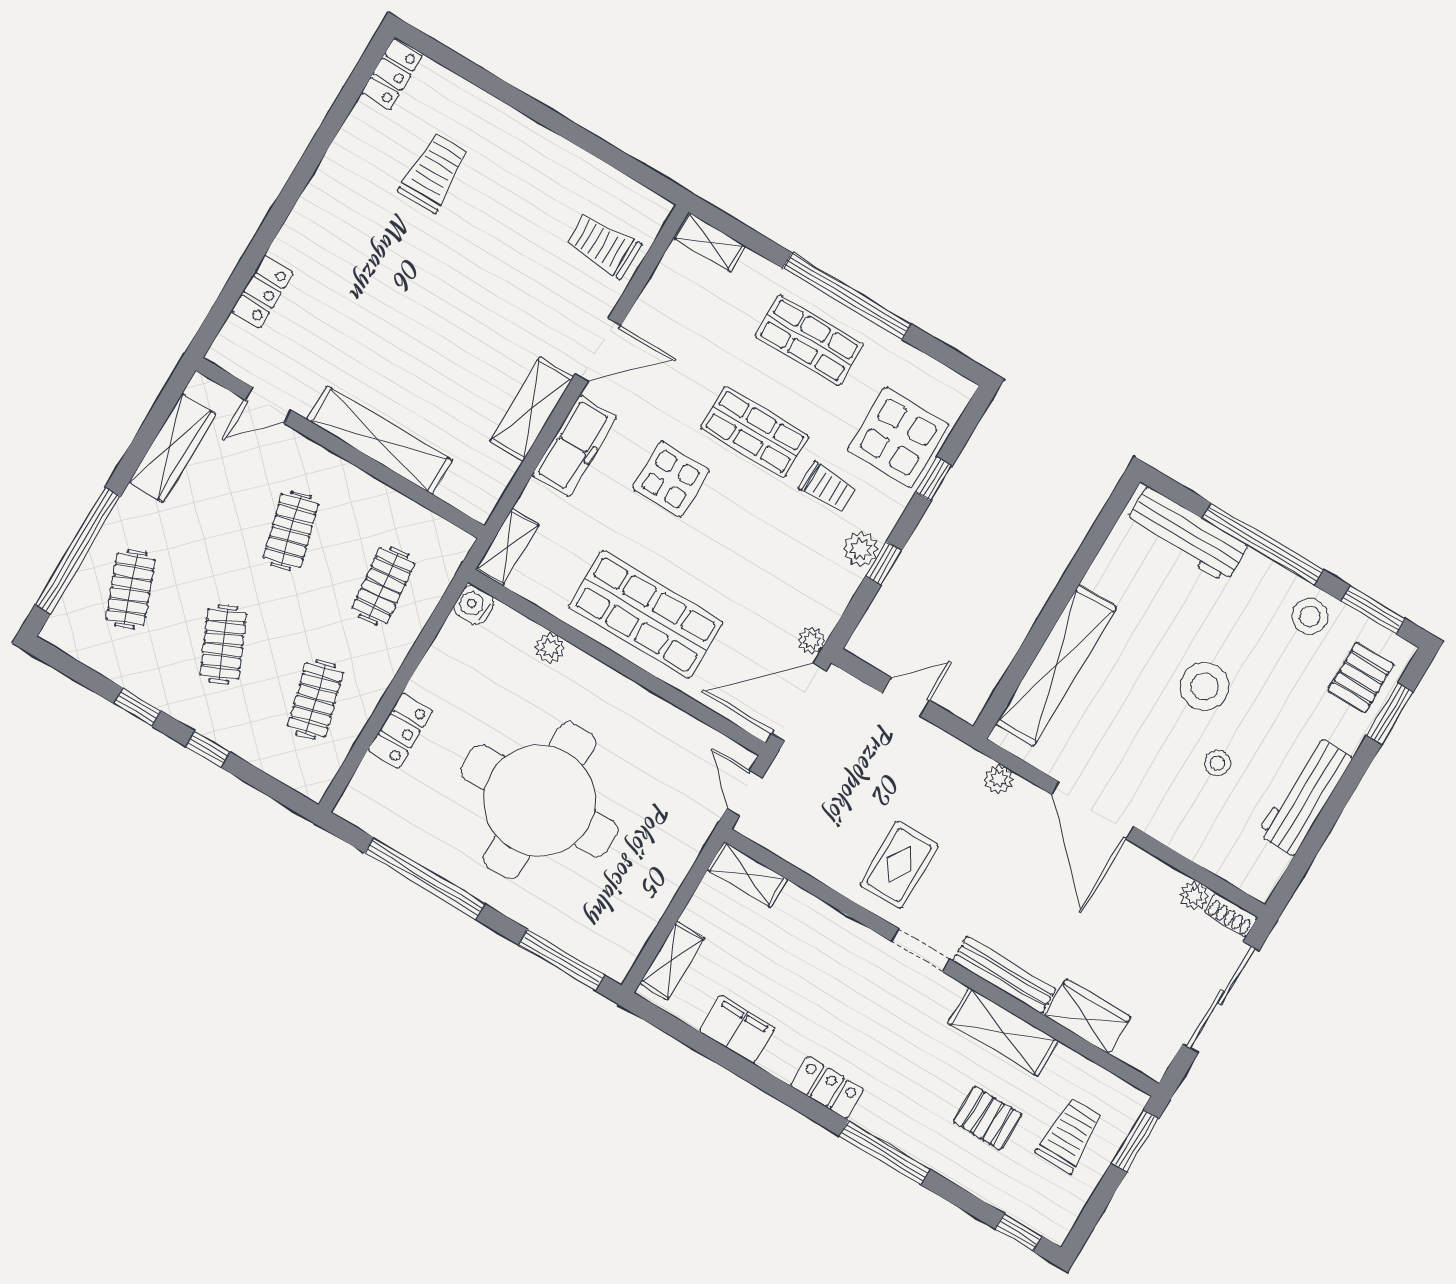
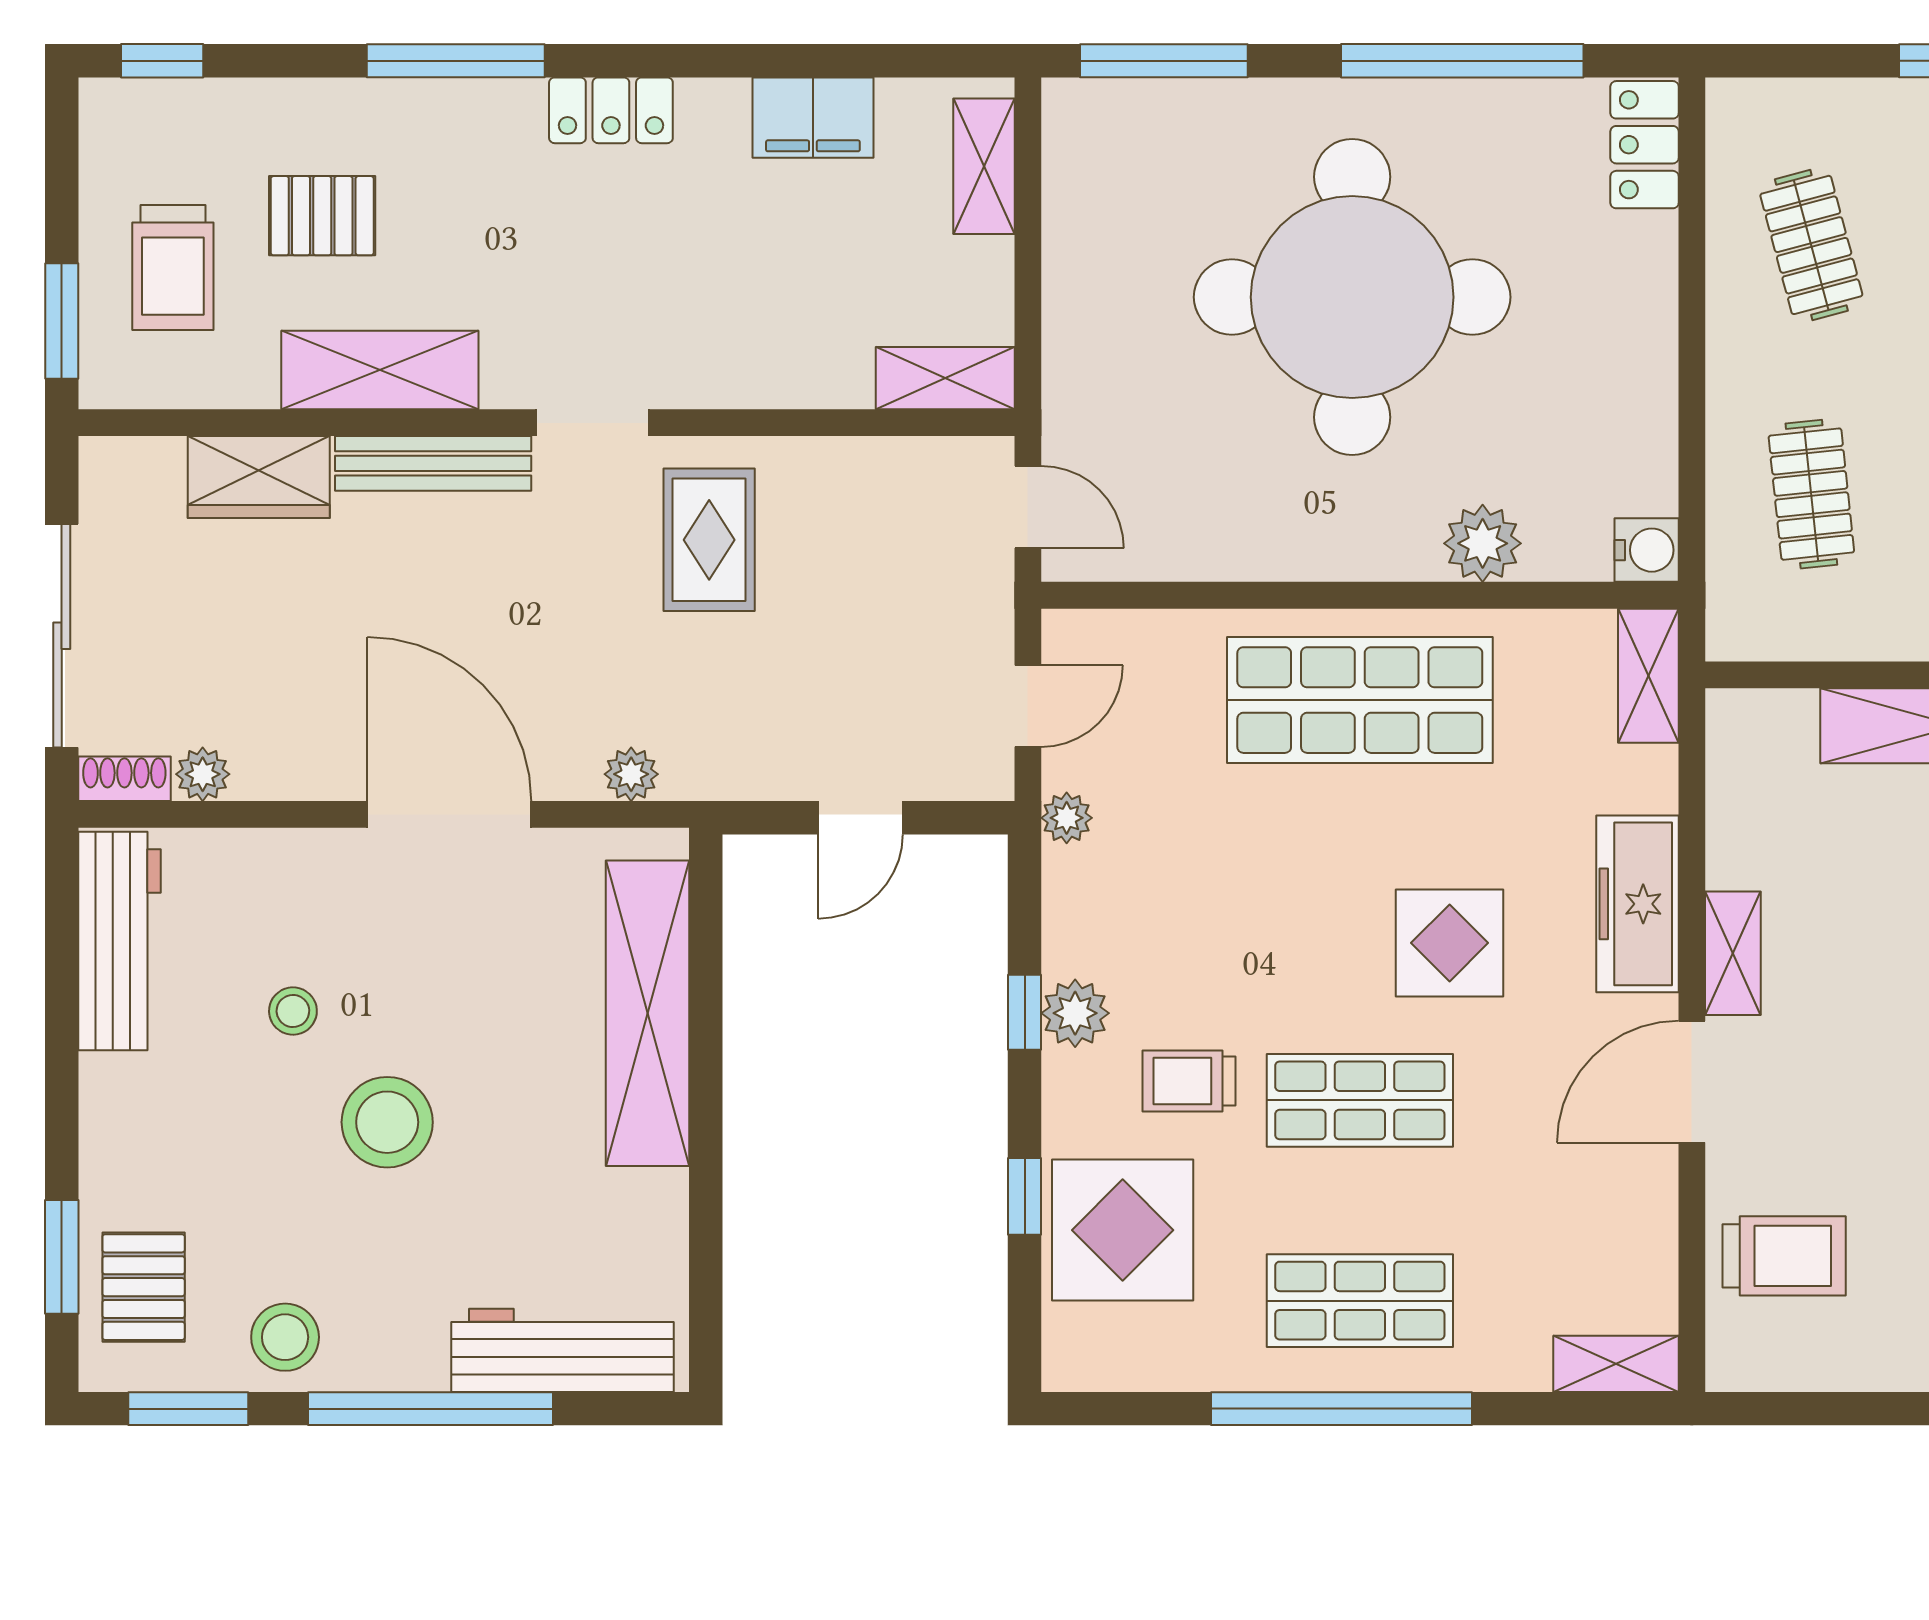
shelving: (532, 409) -> (1733, 953), width x0.67, depth x0.75
plant: (550, 648) -> (1483, 543), width x1.38, depth x1.38
door: (799, 702) -> (1028, 706), width x0.53
locker: (400, 731) -> (1645, 145), moved
workbench: (1305, 796) -> (119, 941), moved

